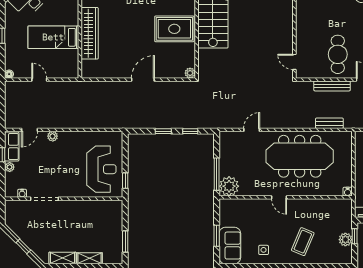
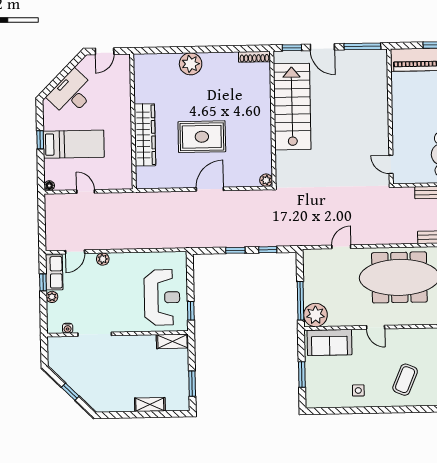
rug: (174, 29) -> (202, 137), moved
bed: (53, 37) -> (74, 144), moved, turned 180
sofa: (230, 246) -> (329, 342), moved, turned 90
shelving: (63, 258) -> (172, 341), moved

